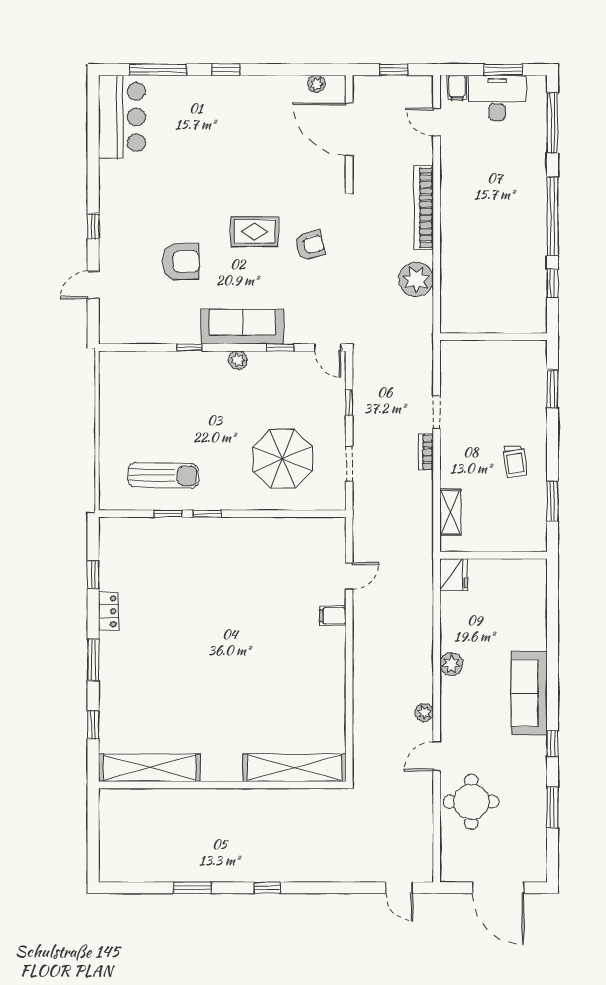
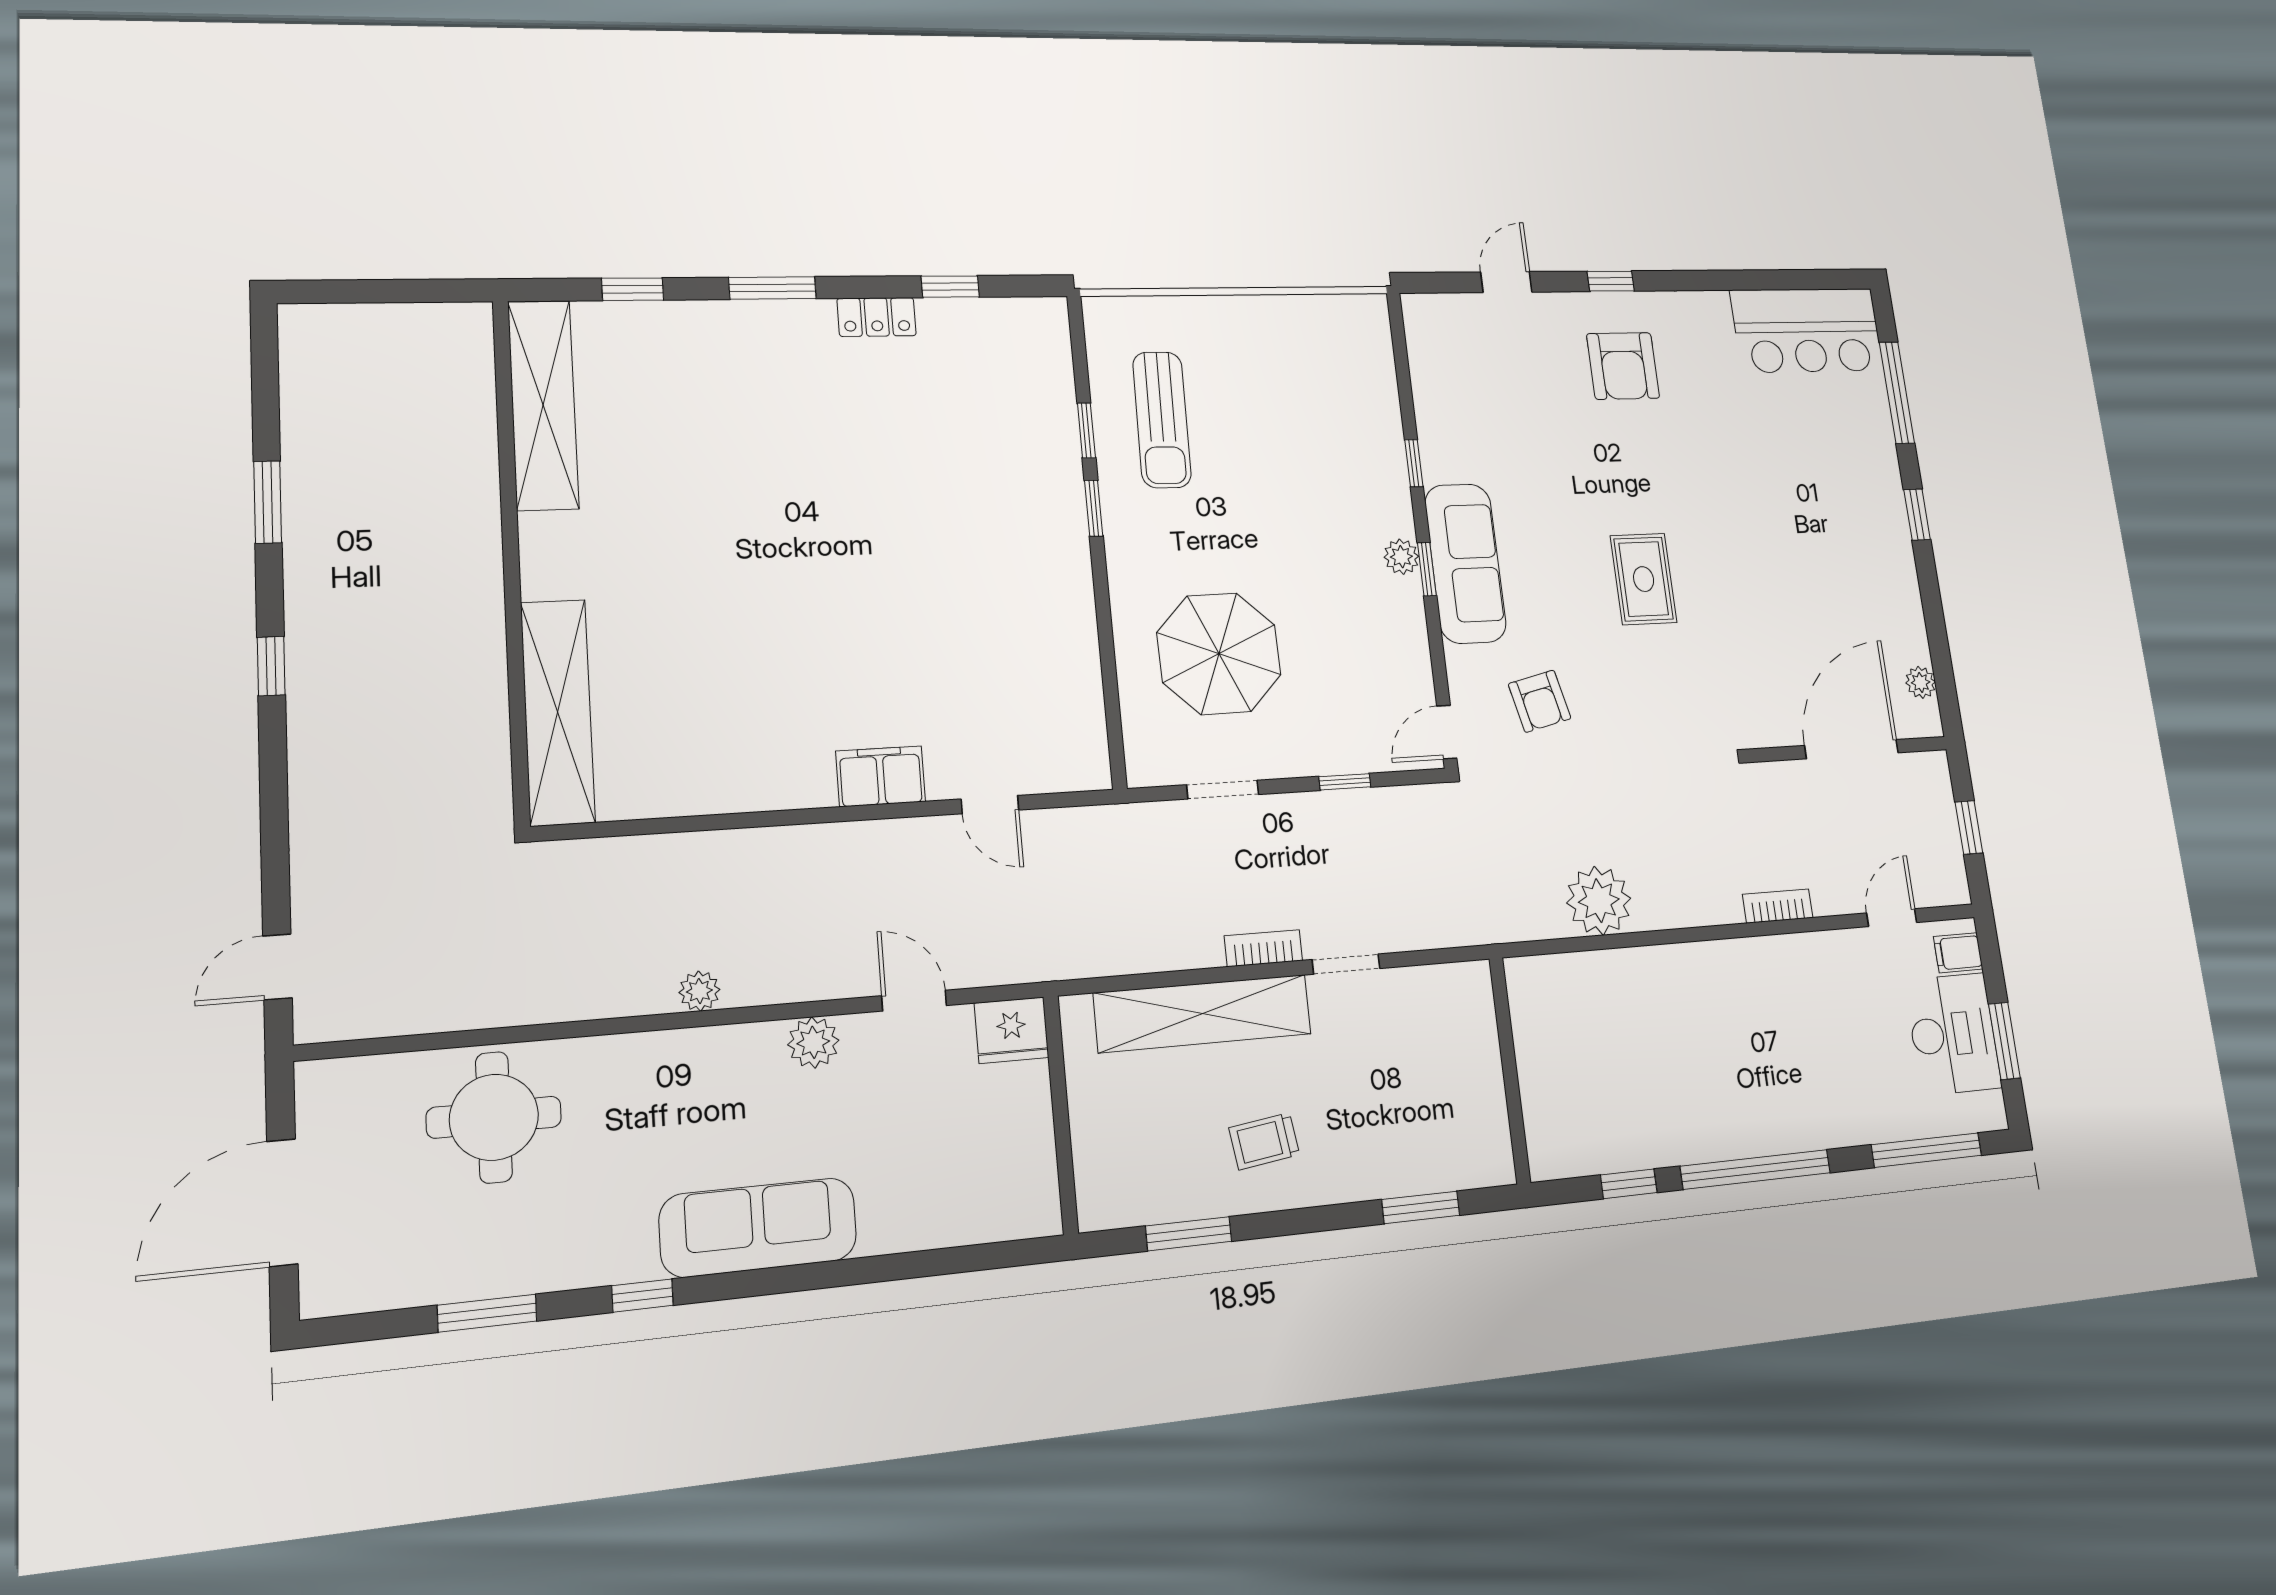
bookcase: (424, 208) -> (1778, 906), width x0.43, depth x0.76
armchair: (310, 245) -> (1540, 701), moved
armchair: (181, 261) -> (1623, 366), moved
door: (93, 285) -> (1506, 282), hinge flipped
window: (280, 347) -> (1427, 569), moved
shelving: (450, 512) -> (1203, 1013), width x2.20, depth x1.33
filing cabinet: (333, 616) -> (881, 776), width x2.00
door: (437, 756) -> (914, 1001), moved

